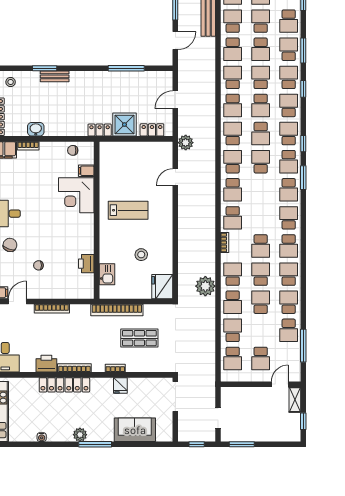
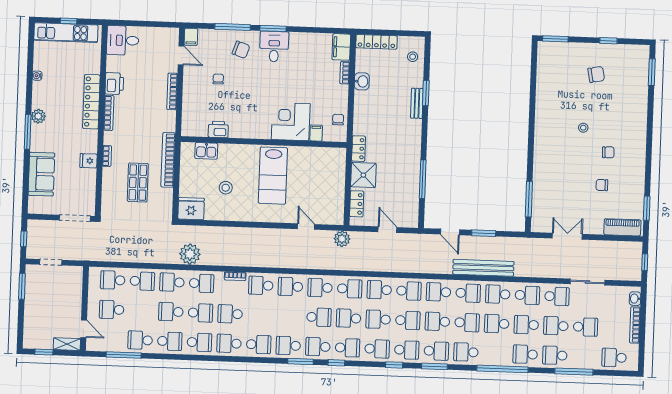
school desk: (233, 162) -> (320, 288), turned 180
lab bench: (128, 210) -> (273, 176), width x1.36, depth x1.39
school desk: (261, 302) -> (171, 312), turned 180

